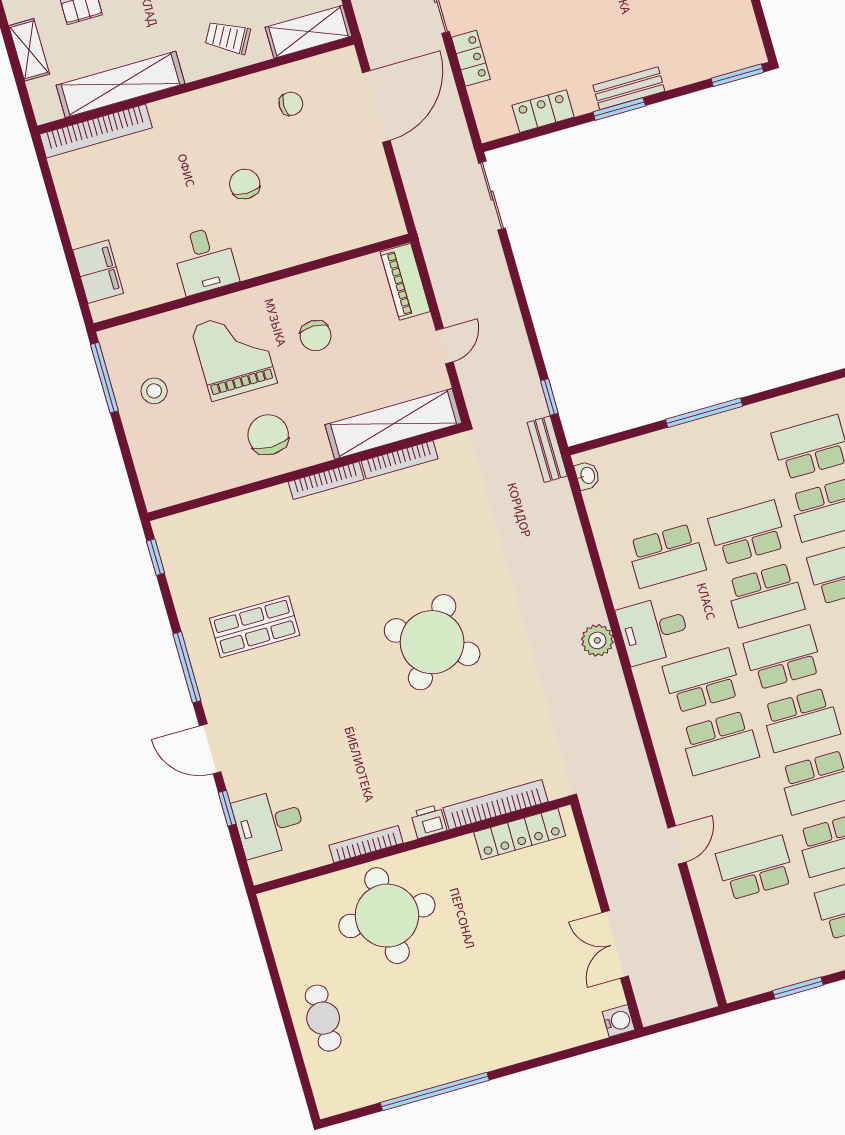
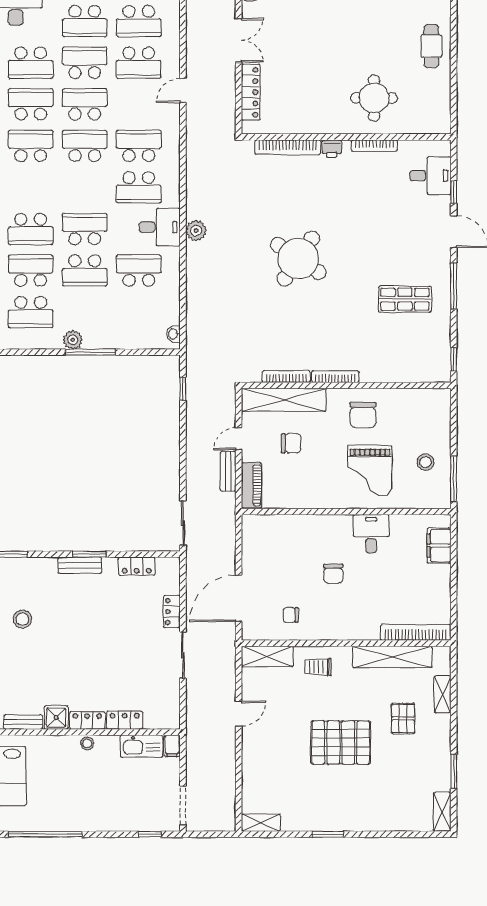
trolley: (228, 37) -> (318, 667), turned 151
chair: (316, 336) -> (291, 443), moved, turned 90
plant: (736, 424) -> (73, 340), added
bench: (547, 449) -> (228, 471), moved
school desk: (783, 658) -> (139, 21), moved
locker: (520, 834) -> (251, 92), moved, turned 90
round table: (387, 916) -> (374, 98), width x0.73, depth x0.73

